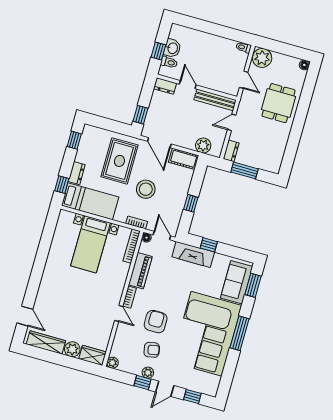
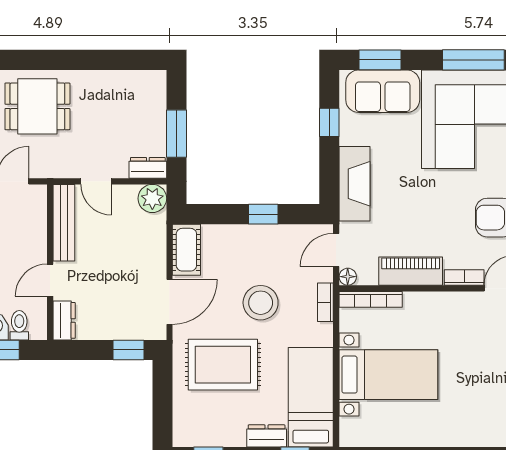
plant: (203, 145) -> (152, 198), moved
window: (209, 245) -> (329, 122), moved

